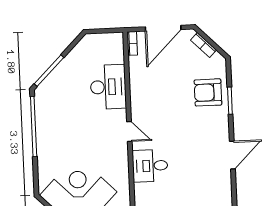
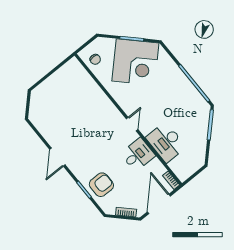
door: (129, 132) -> (132, 124), swing flipped
desk: (150, 166) -> (138, 155), moved

